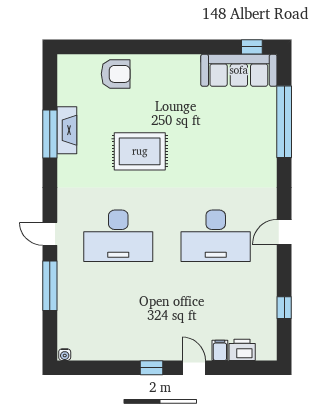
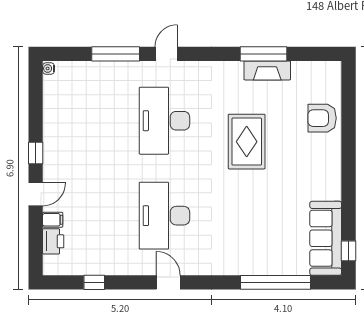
armchair: (116, 74) -> (322, 118), turned 90

